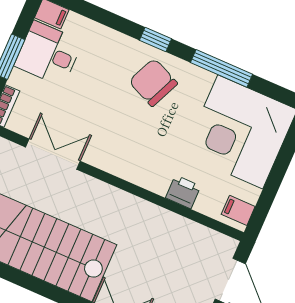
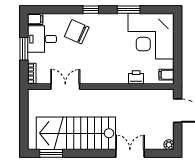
window: (222, 68) -> (129, 10), width x0.69
chair: (153, 82) -> (77, 32), moved

